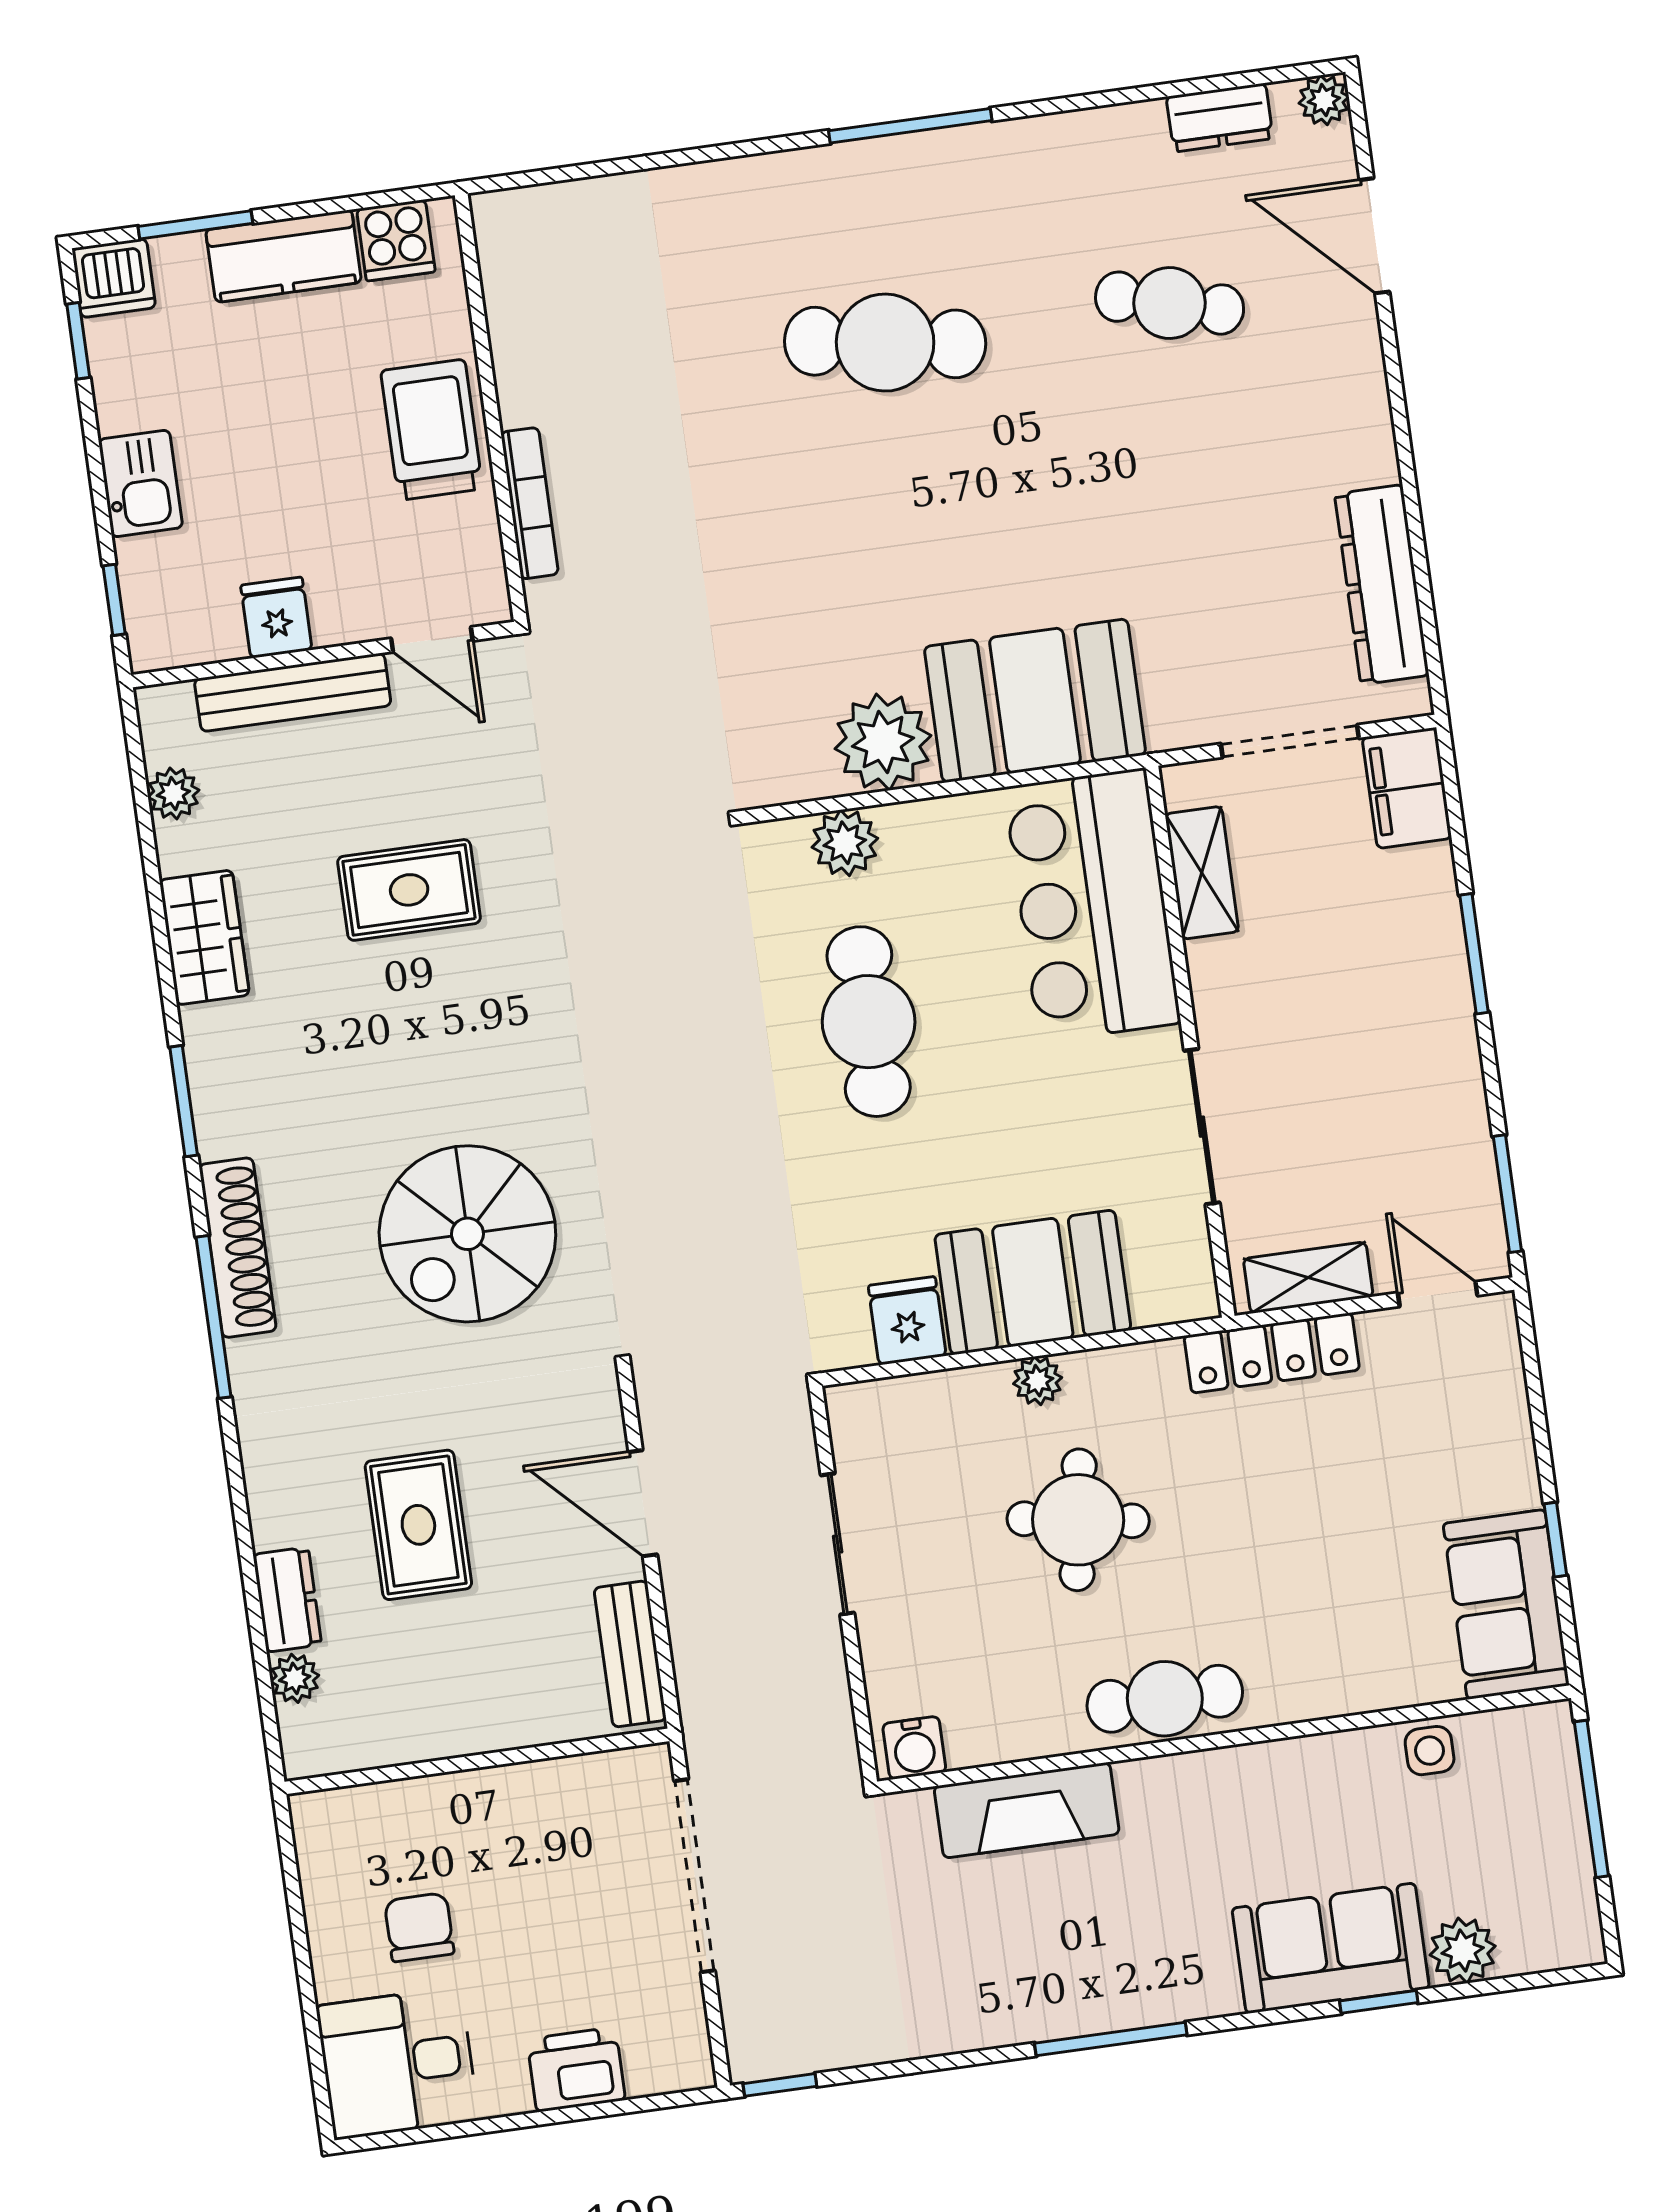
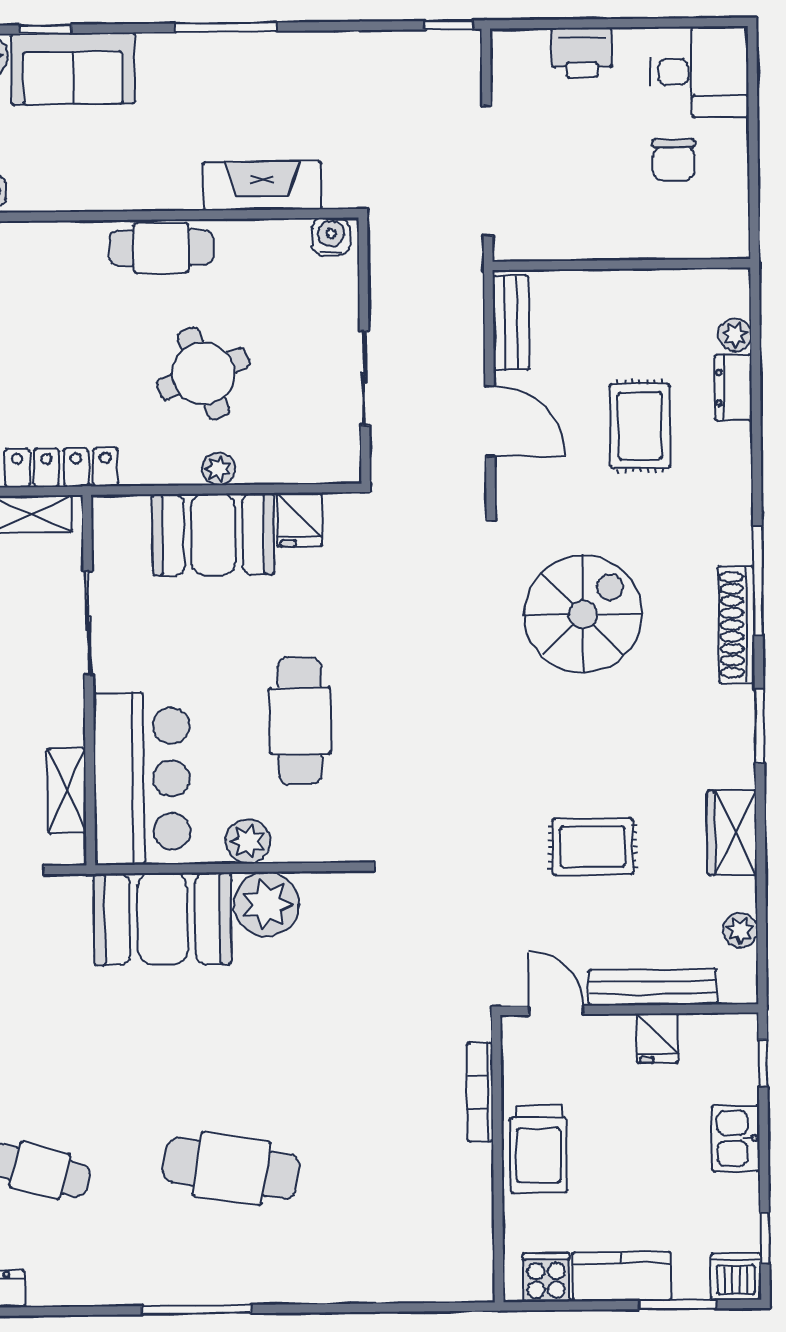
plant: (845, 843) -> (248, 841), moved
round table: (1078, 1520) -> (203, 373), turned -30

